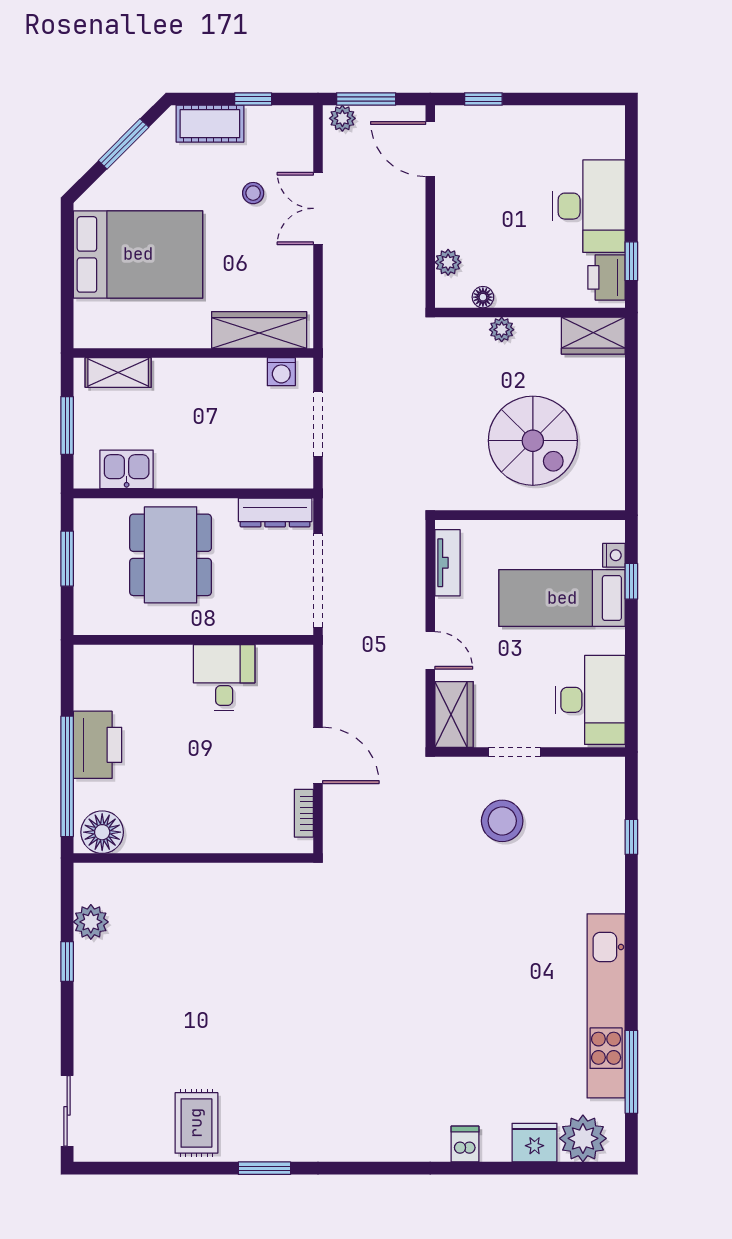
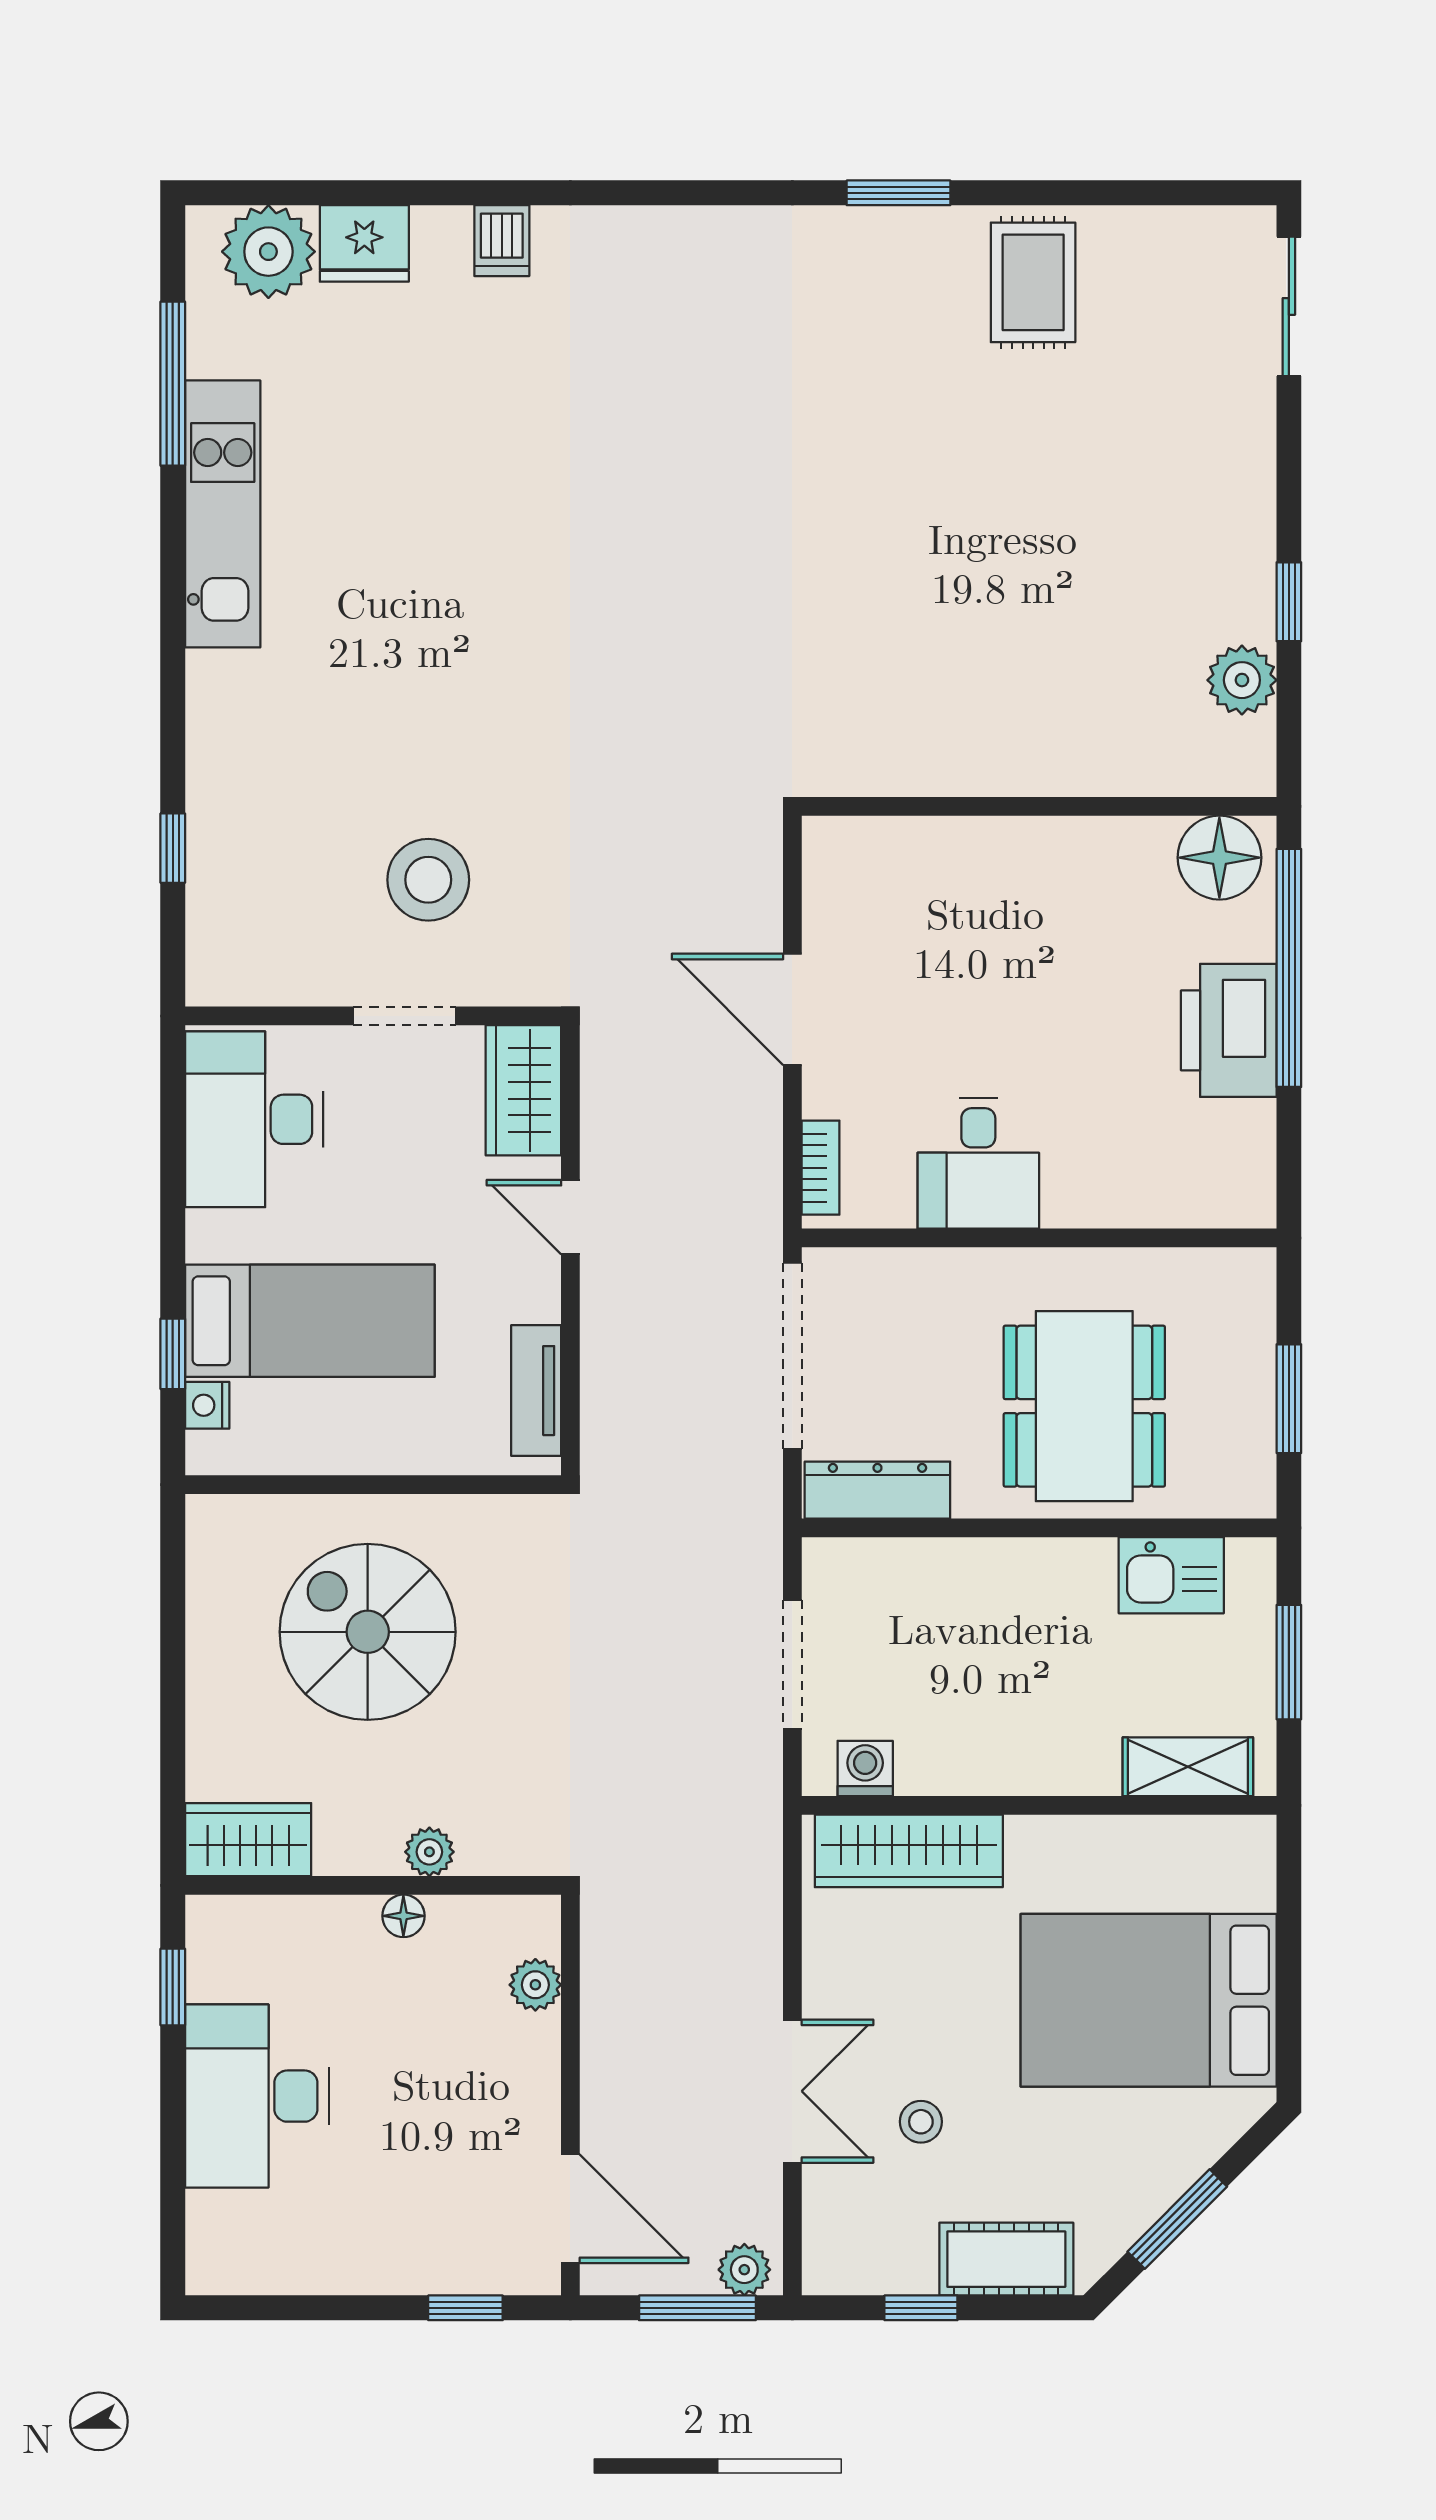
printer: (606, 277) -> (222, 1955), removed
floor lamp: (483, 297) -> (403, 1916), moved
bookcase: (304, 813) -> (821, 1168), moved
kitchen unit: (606, 1006) -> (223, 514), width x0.73

